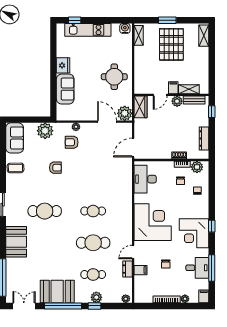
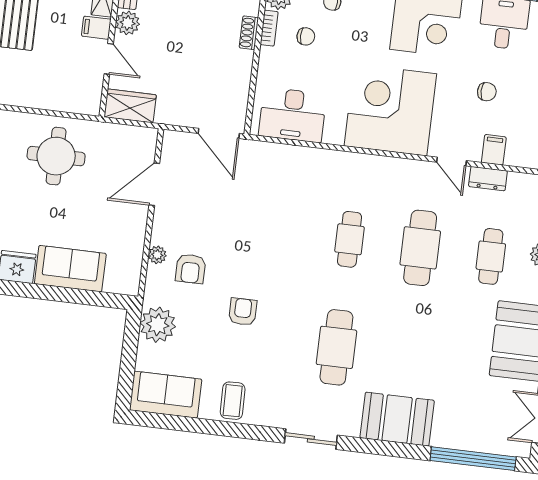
plant: (125, 113) -> (140, 143), removed

